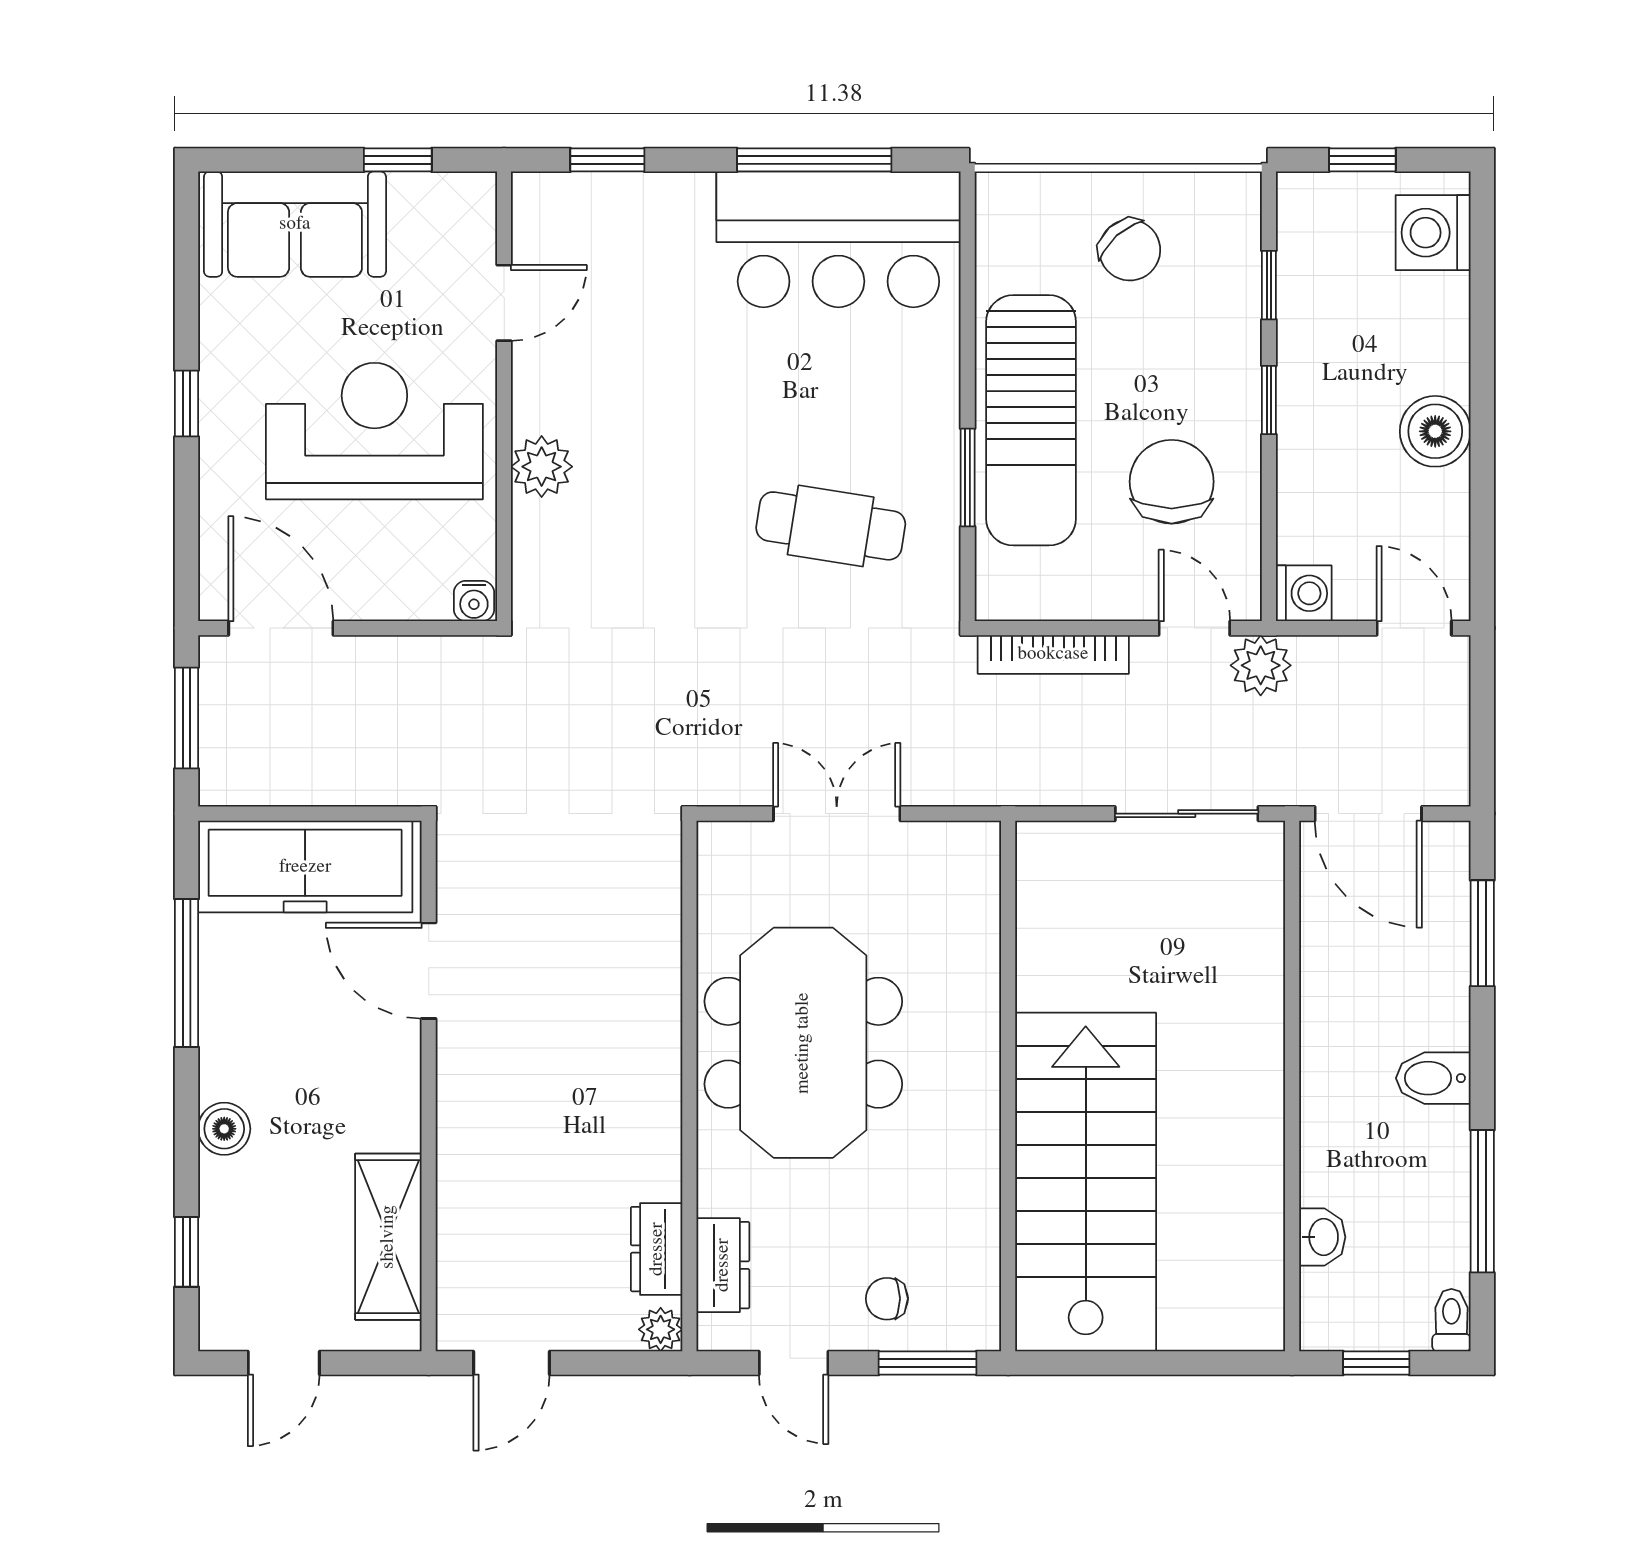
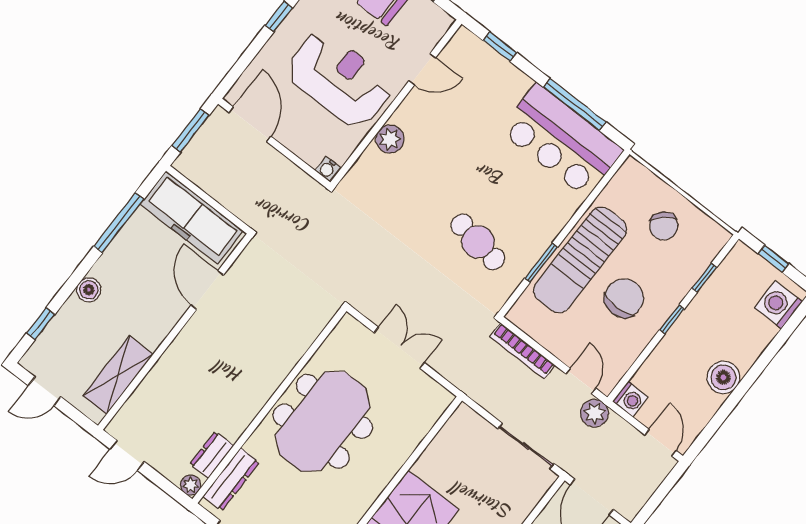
chair: (1172, 482) -> (624, 298), moved
dresser: (723, 1265) -> (231, 479), width x1.44

